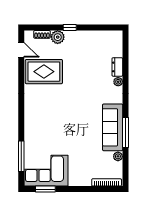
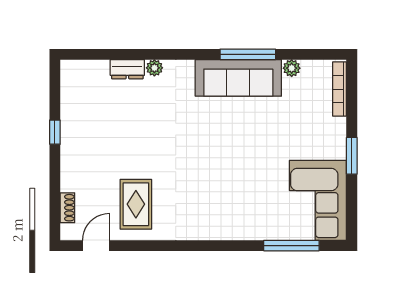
window: (70, 28) -> (55, 132), moved
plant: (58, 37) -> (72, 179), removed
rug: (44, 72) -> (136, 204), width x0.73, depth x0.70
window: (45, 189) -> (352, 156), moved

